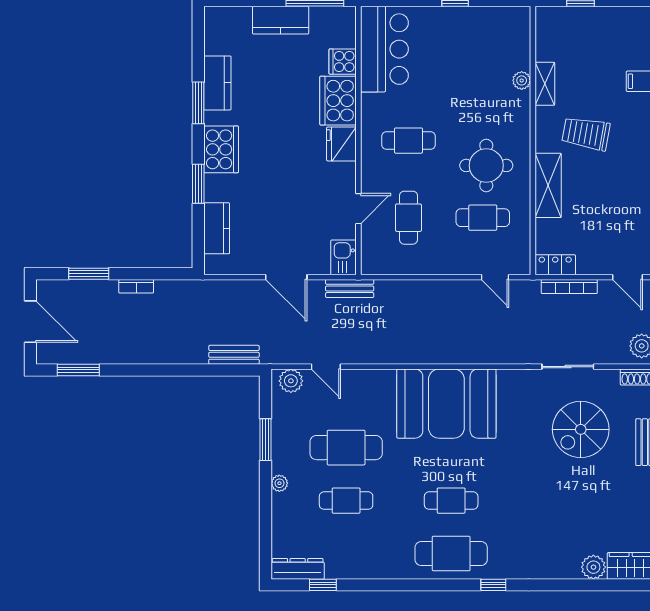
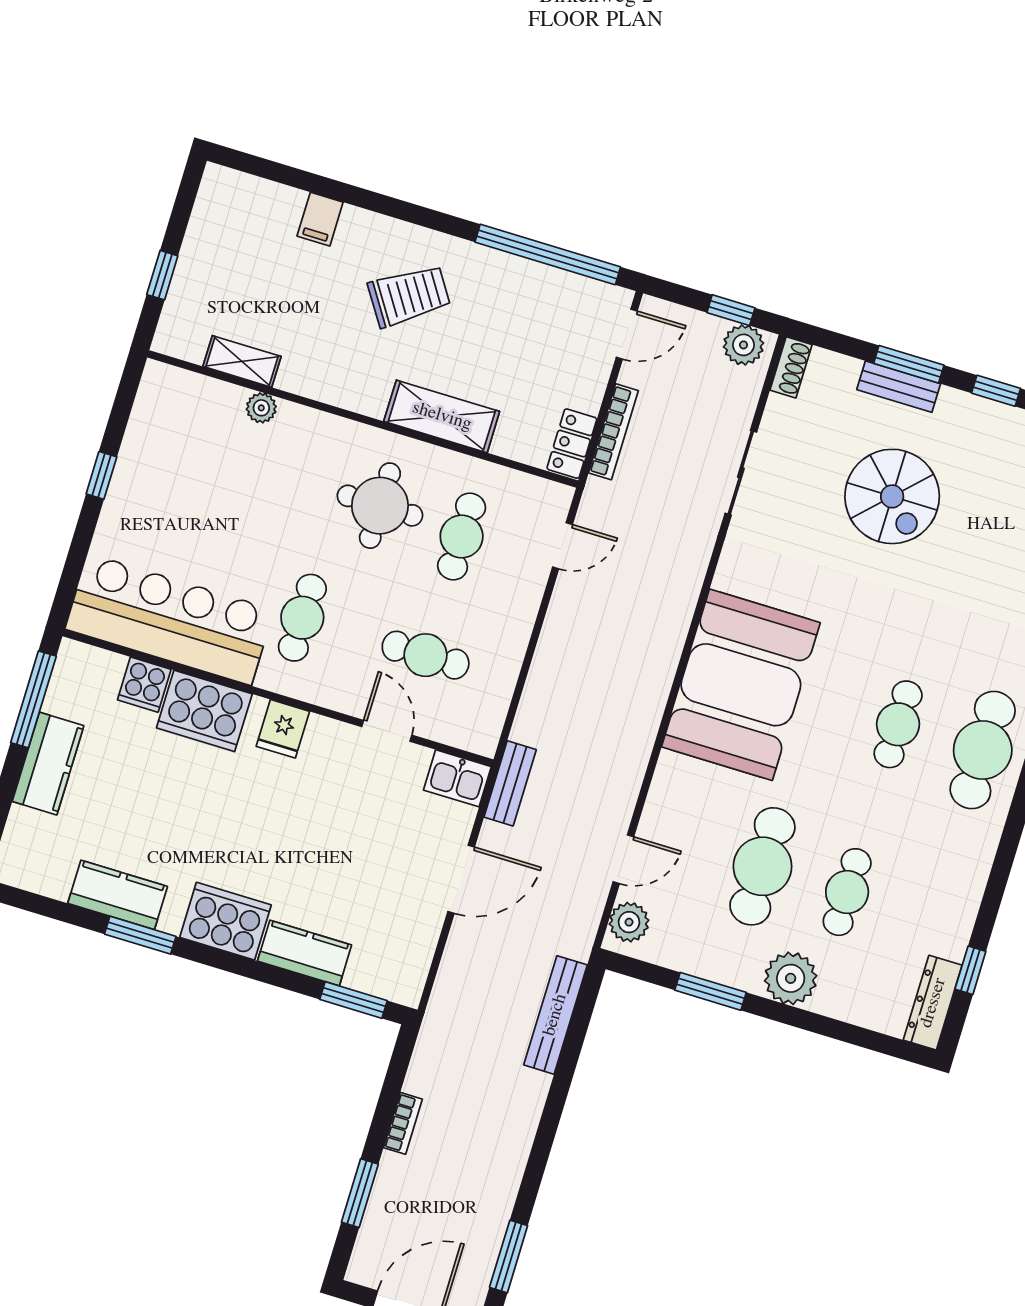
bar counter: (384, 49) -> (170, 619), width x1.36
shelving: (545, 84) -> (242, 361), moved
trolley: (586, 134) -> (409, 296), moved, turned -133
fridge: (341, 144) -> (283, 729), width x0.72
window: (198, 184) -> (353, 1000), moved
kitchen counter: (217, 228) -> (305, 953), moved
bench: (234, 355) -> (555, 1015), width x1.36
spiral stairs: (581, 429) -> (892, 496), moved
plant: (279, 483) -> (791, 978), width x1.88, depth x1.88

